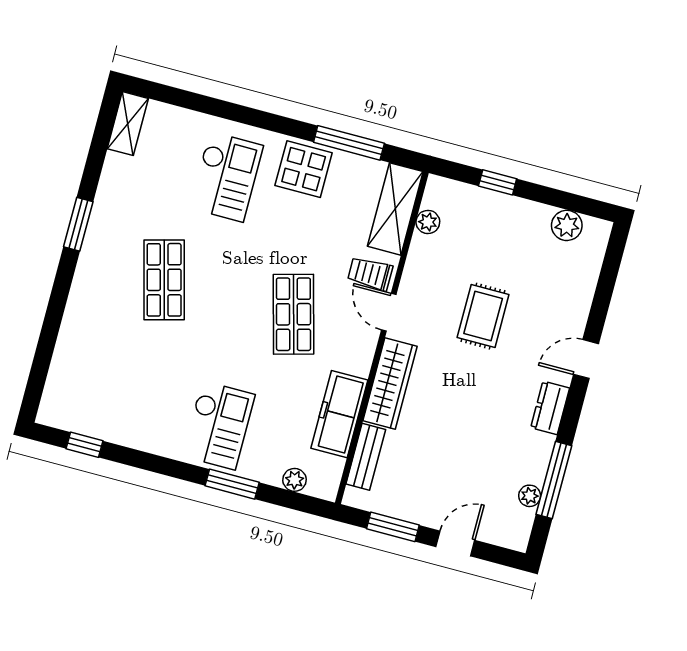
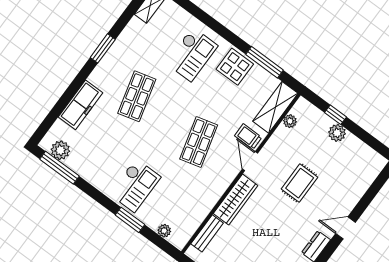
plant: (567, 225) -> (337, 133), moved
freezer: (339, 414) -> (81, 105), moved, turned 180
plant: (75, 416) -> (60, 150), added
window: (85, 445) -> (59, 168), width x2.17

